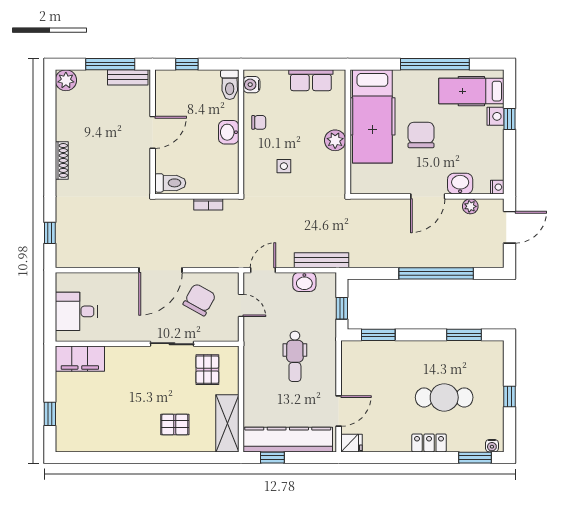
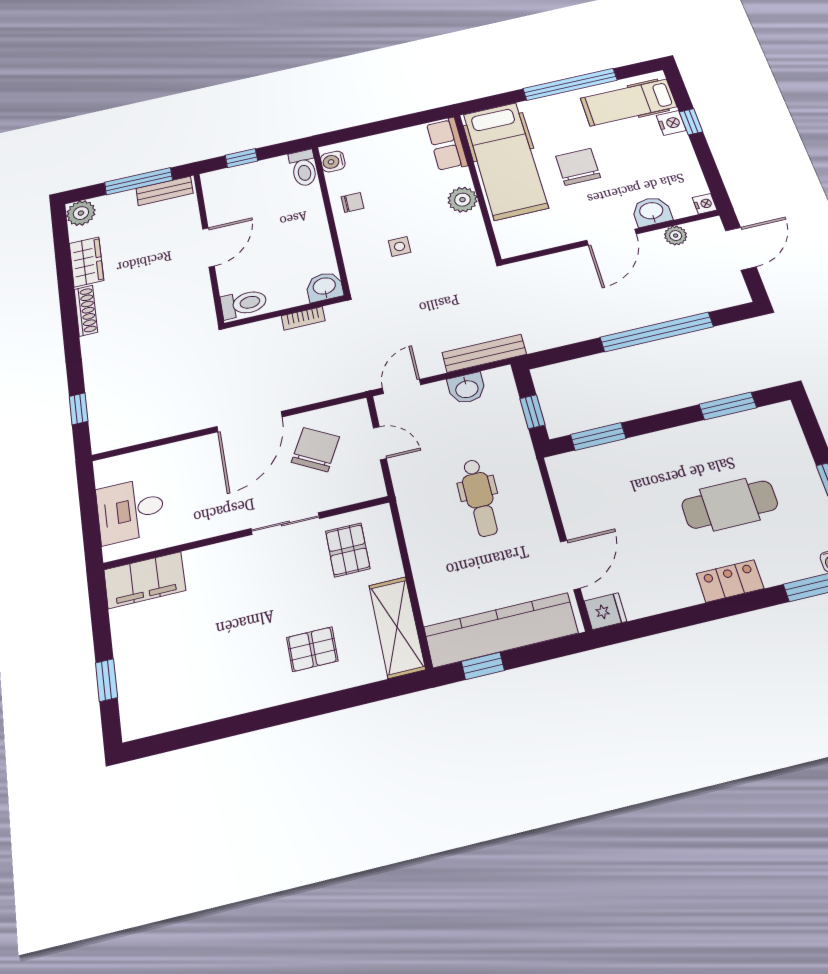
row of seats: (311, 80) -> (447, 144), moved, turned 90
wardrobe: (66, 122) -> (86, 262), added
washbasin: (229, 132) -> (324, 287), moved, turned 90

